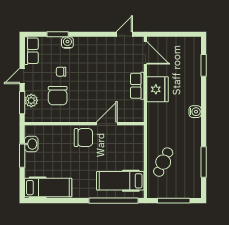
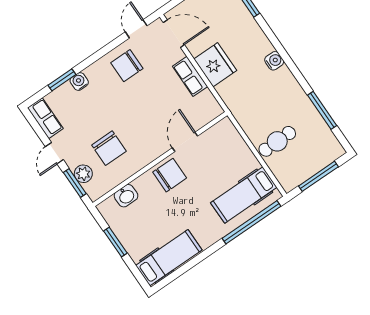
chair: (61, 72) -> (127, 66), moved, width x1.87, depth x1.87
washbasin: (31, 144) -> (126, 196), moved, turned 90
cafe table: (163, 162) -> (277, 141), turned 64

